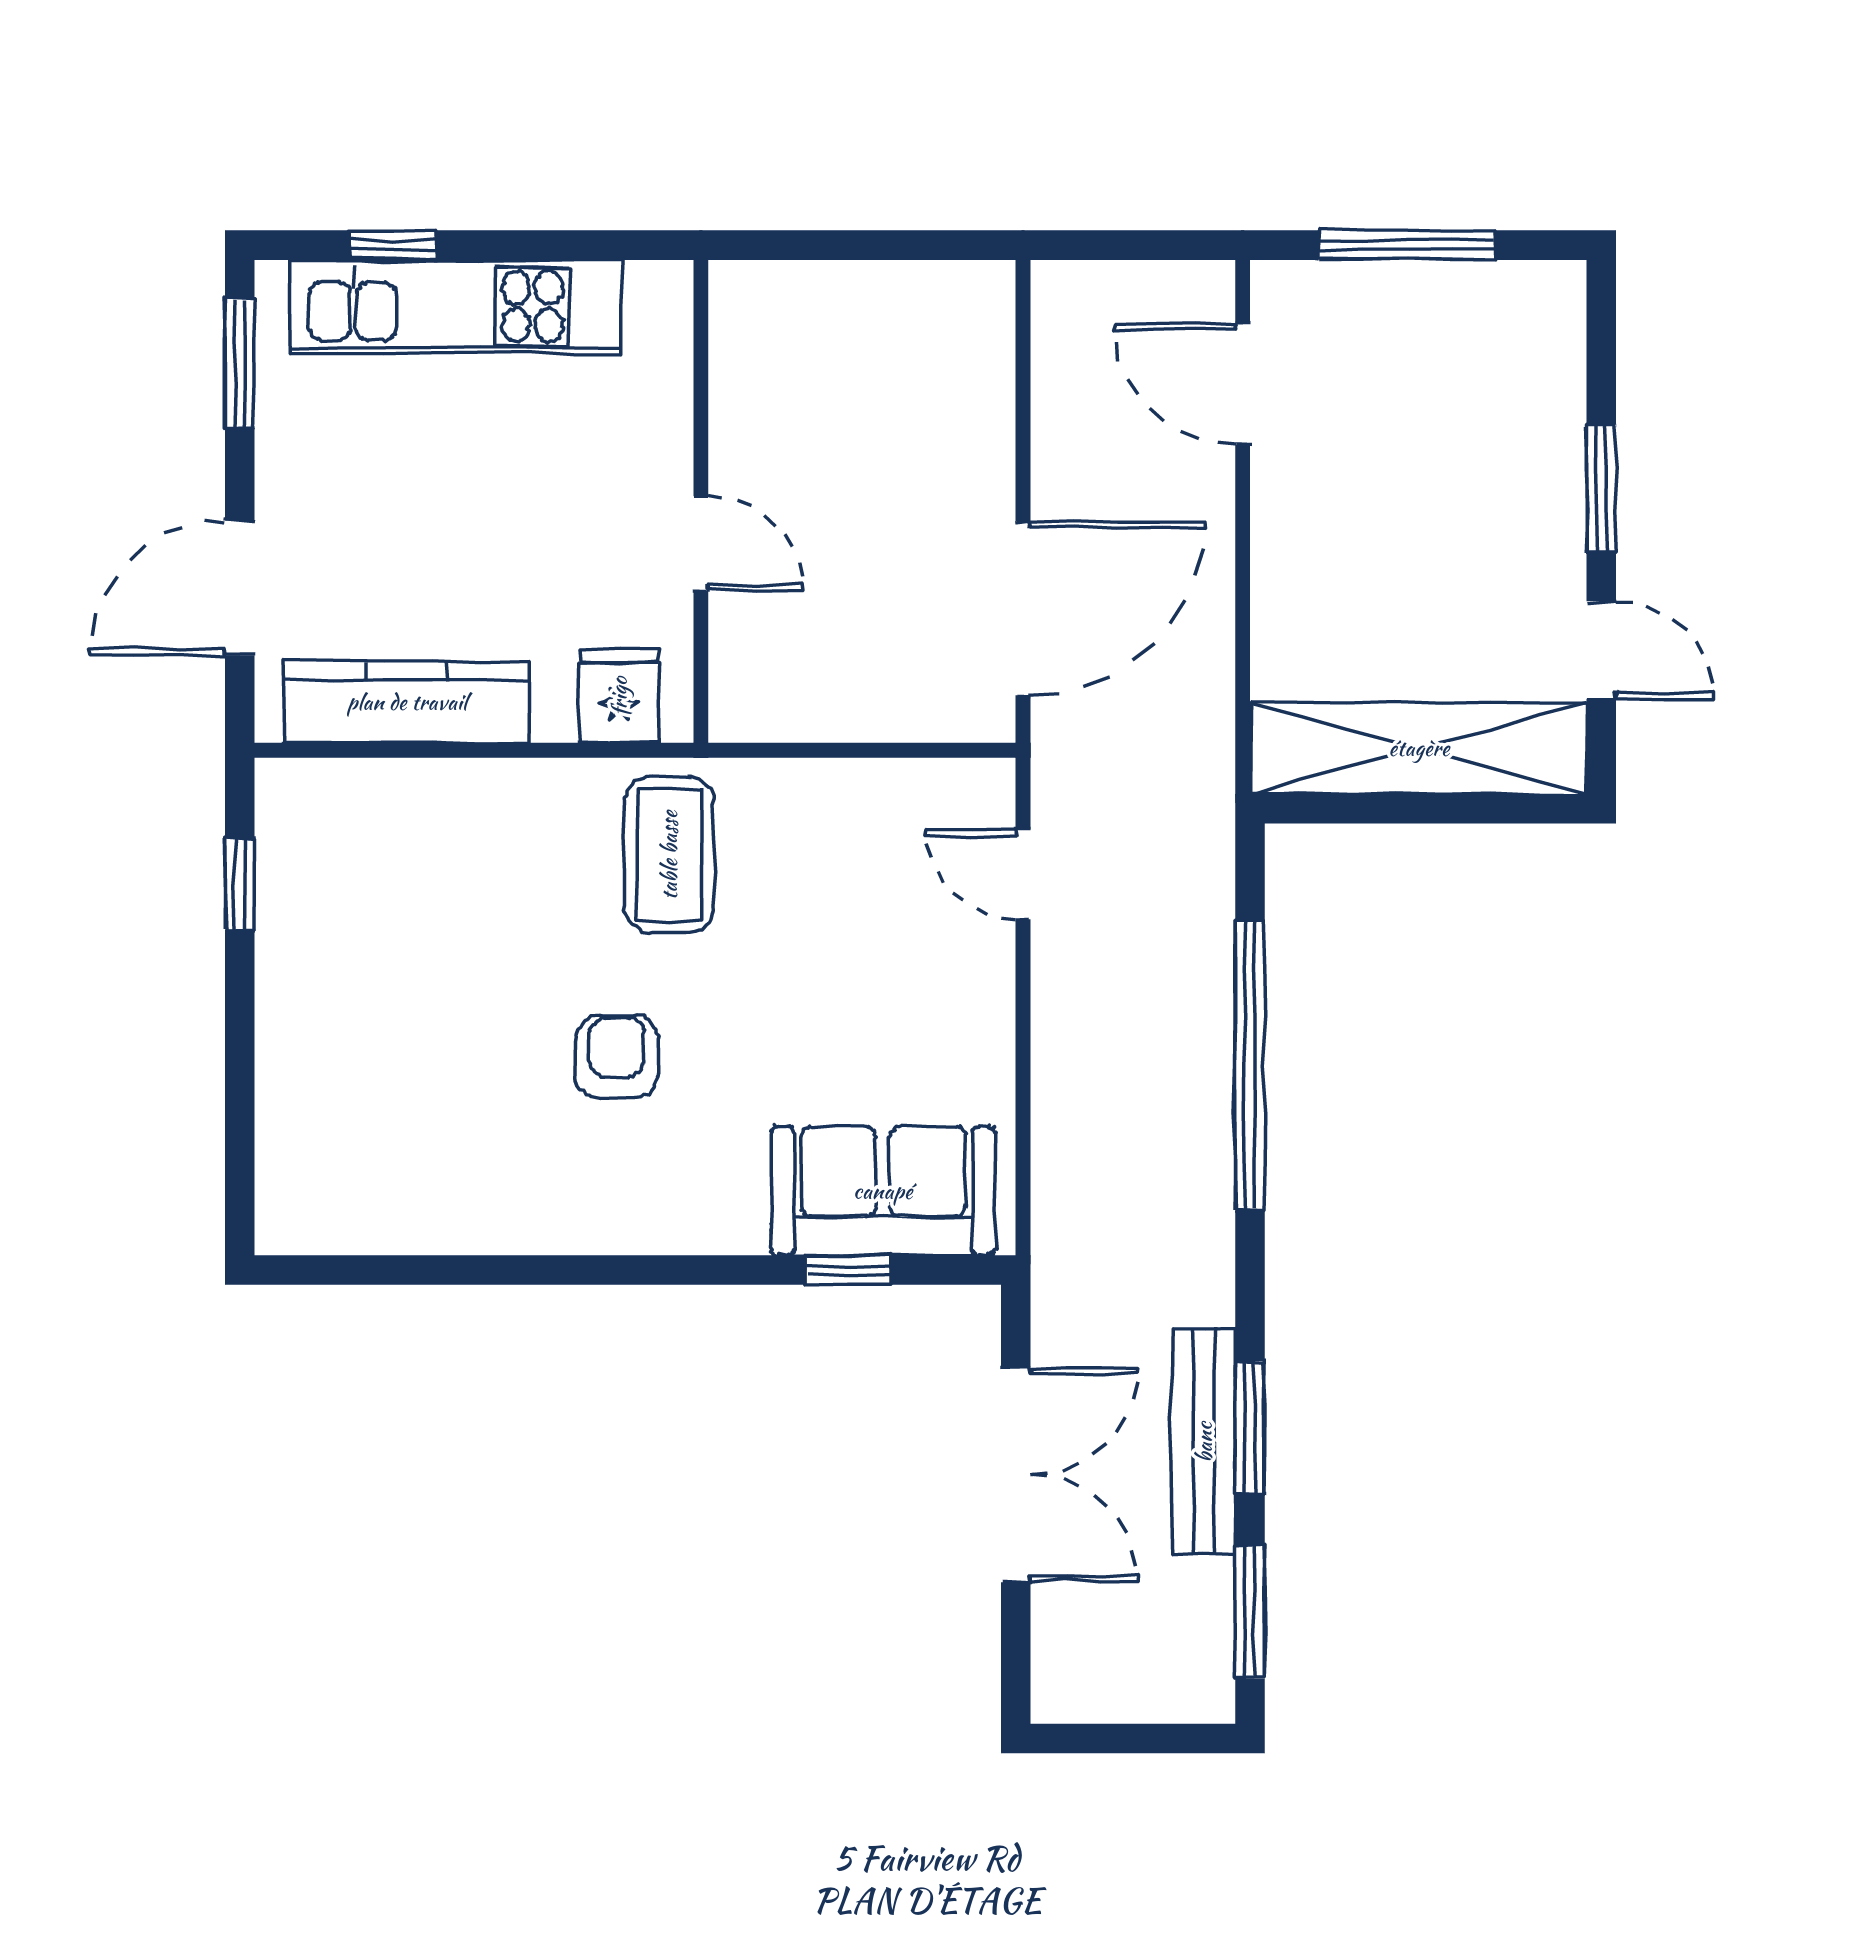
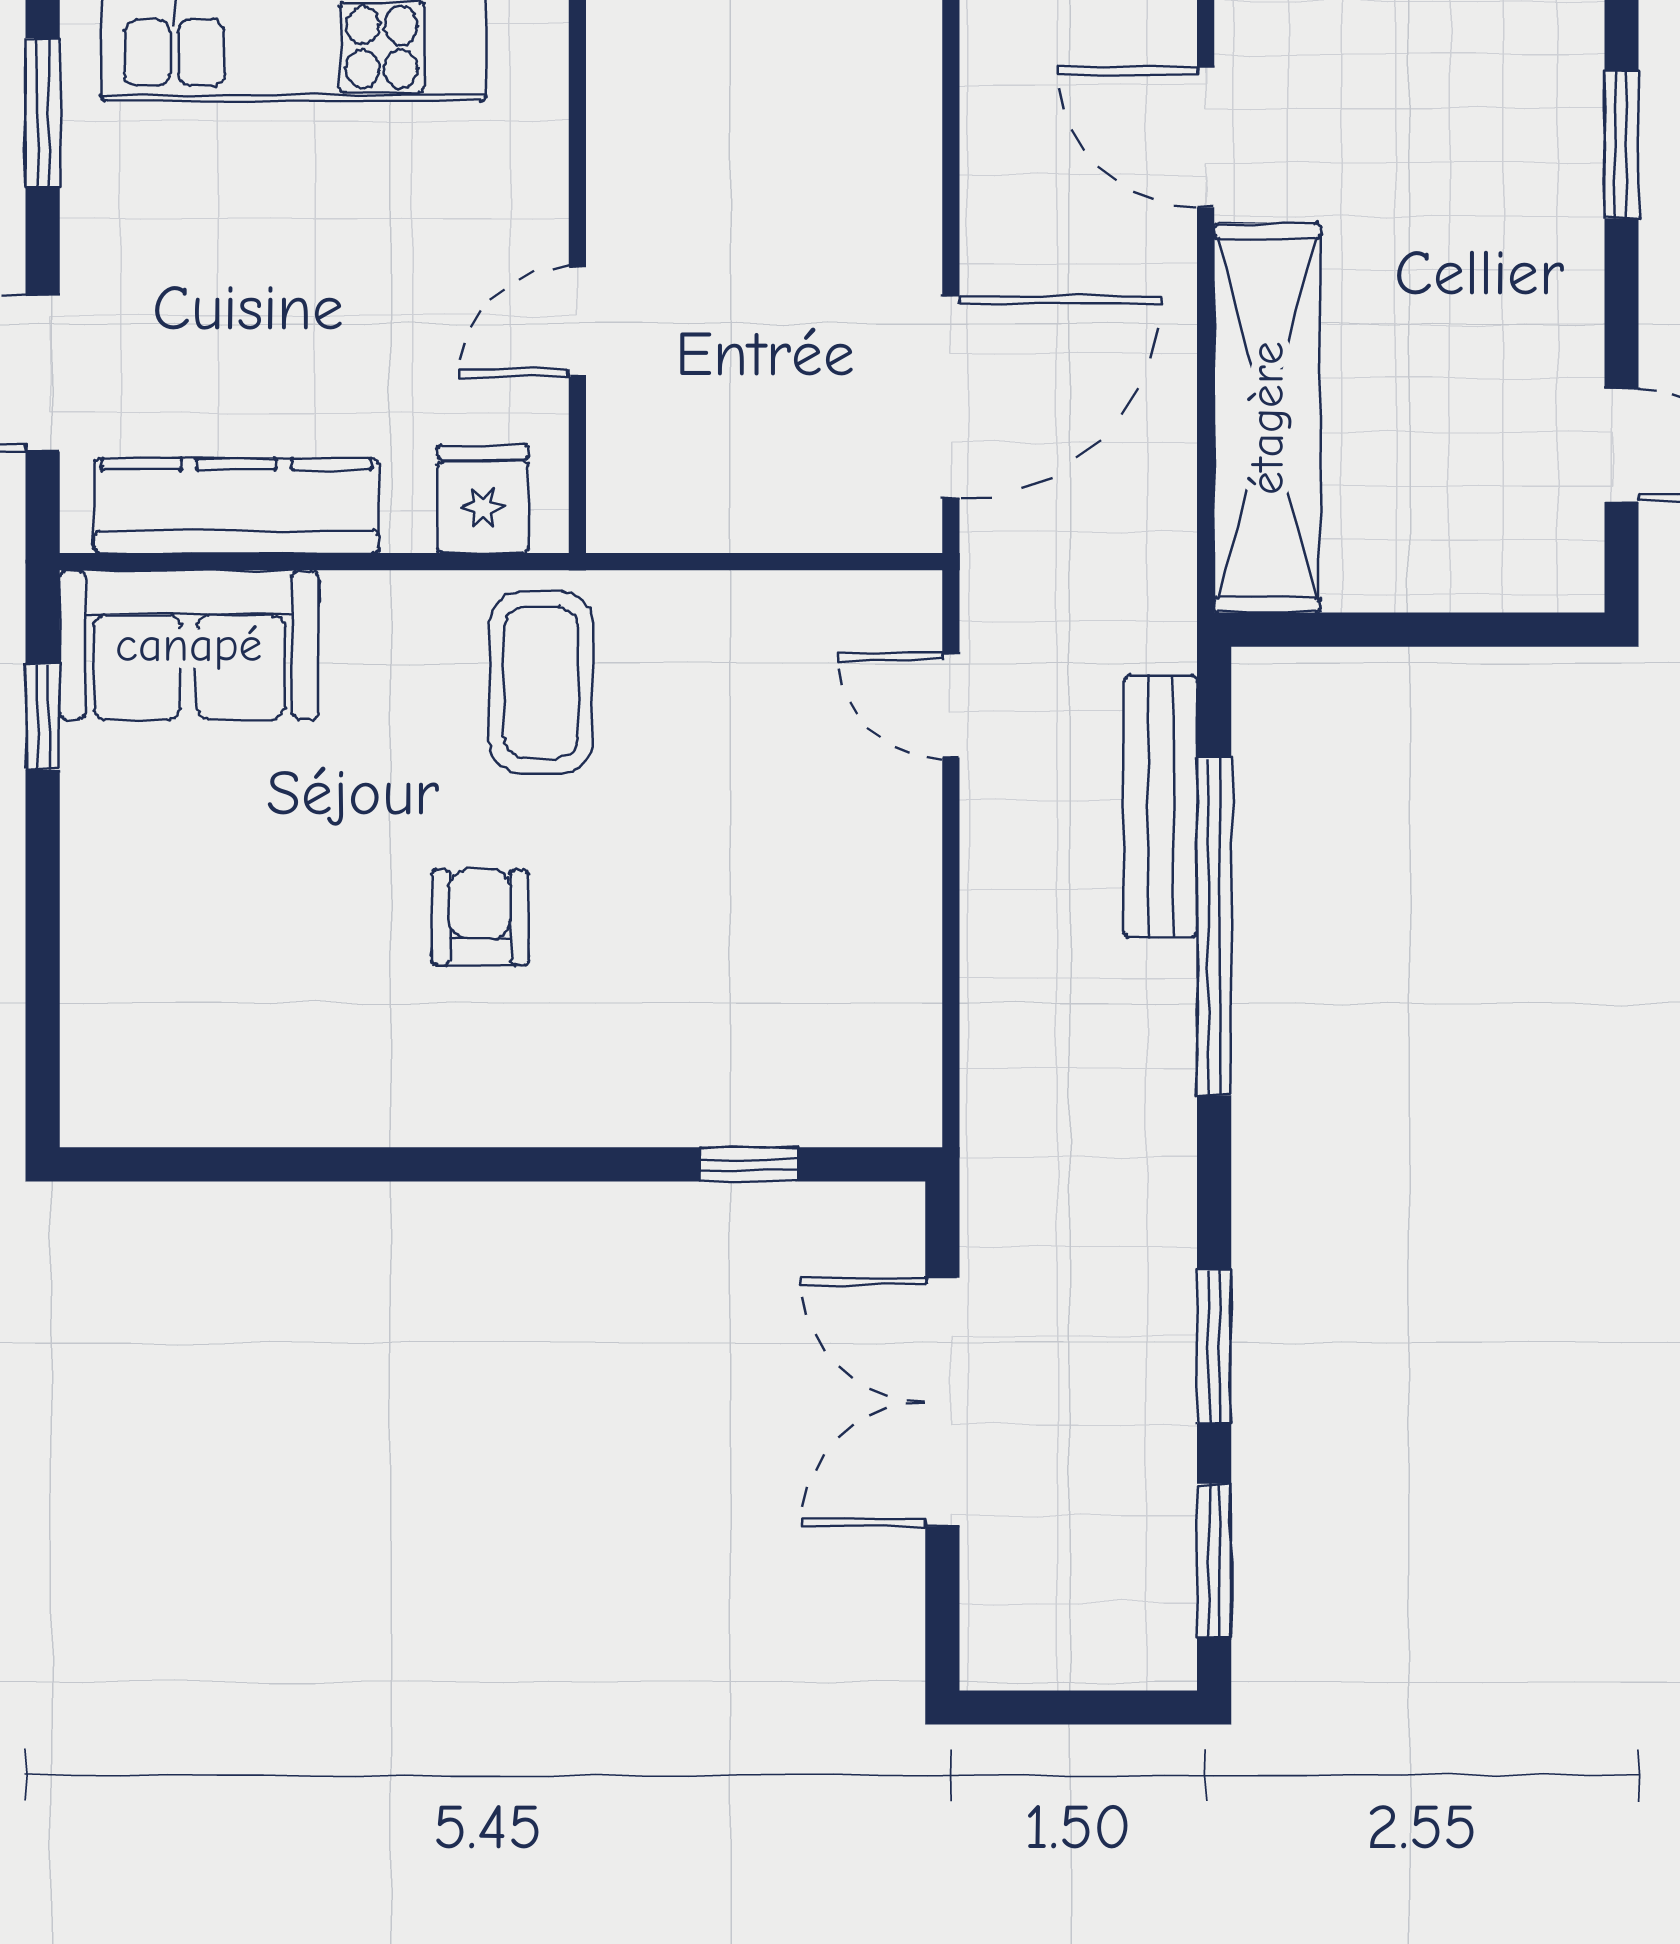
window: (1601, 488) -> (1622, 145), moved
door: (701, 544) -> (577, 322), swing flipped
shelving: (1419, 748) -> (1267, 418), moved, turned 90
sofa: (883, 1191) -> (189, 645), moved, turned 180
bench: (1204, 1442) -> (1160, 806), moved
double door: (1016, 1475) -> (942, 1402), swing flipped

